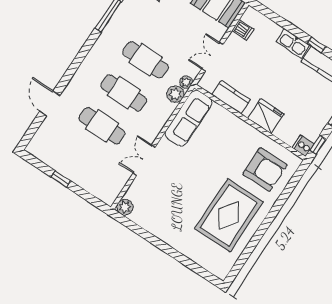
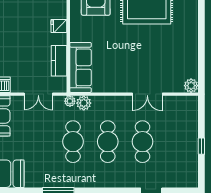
fridge: (266, 116) -> (59, 26), width x0.53, depth x0.75
sofa: (189, 118) -> (81, 67), moved, turned 90

